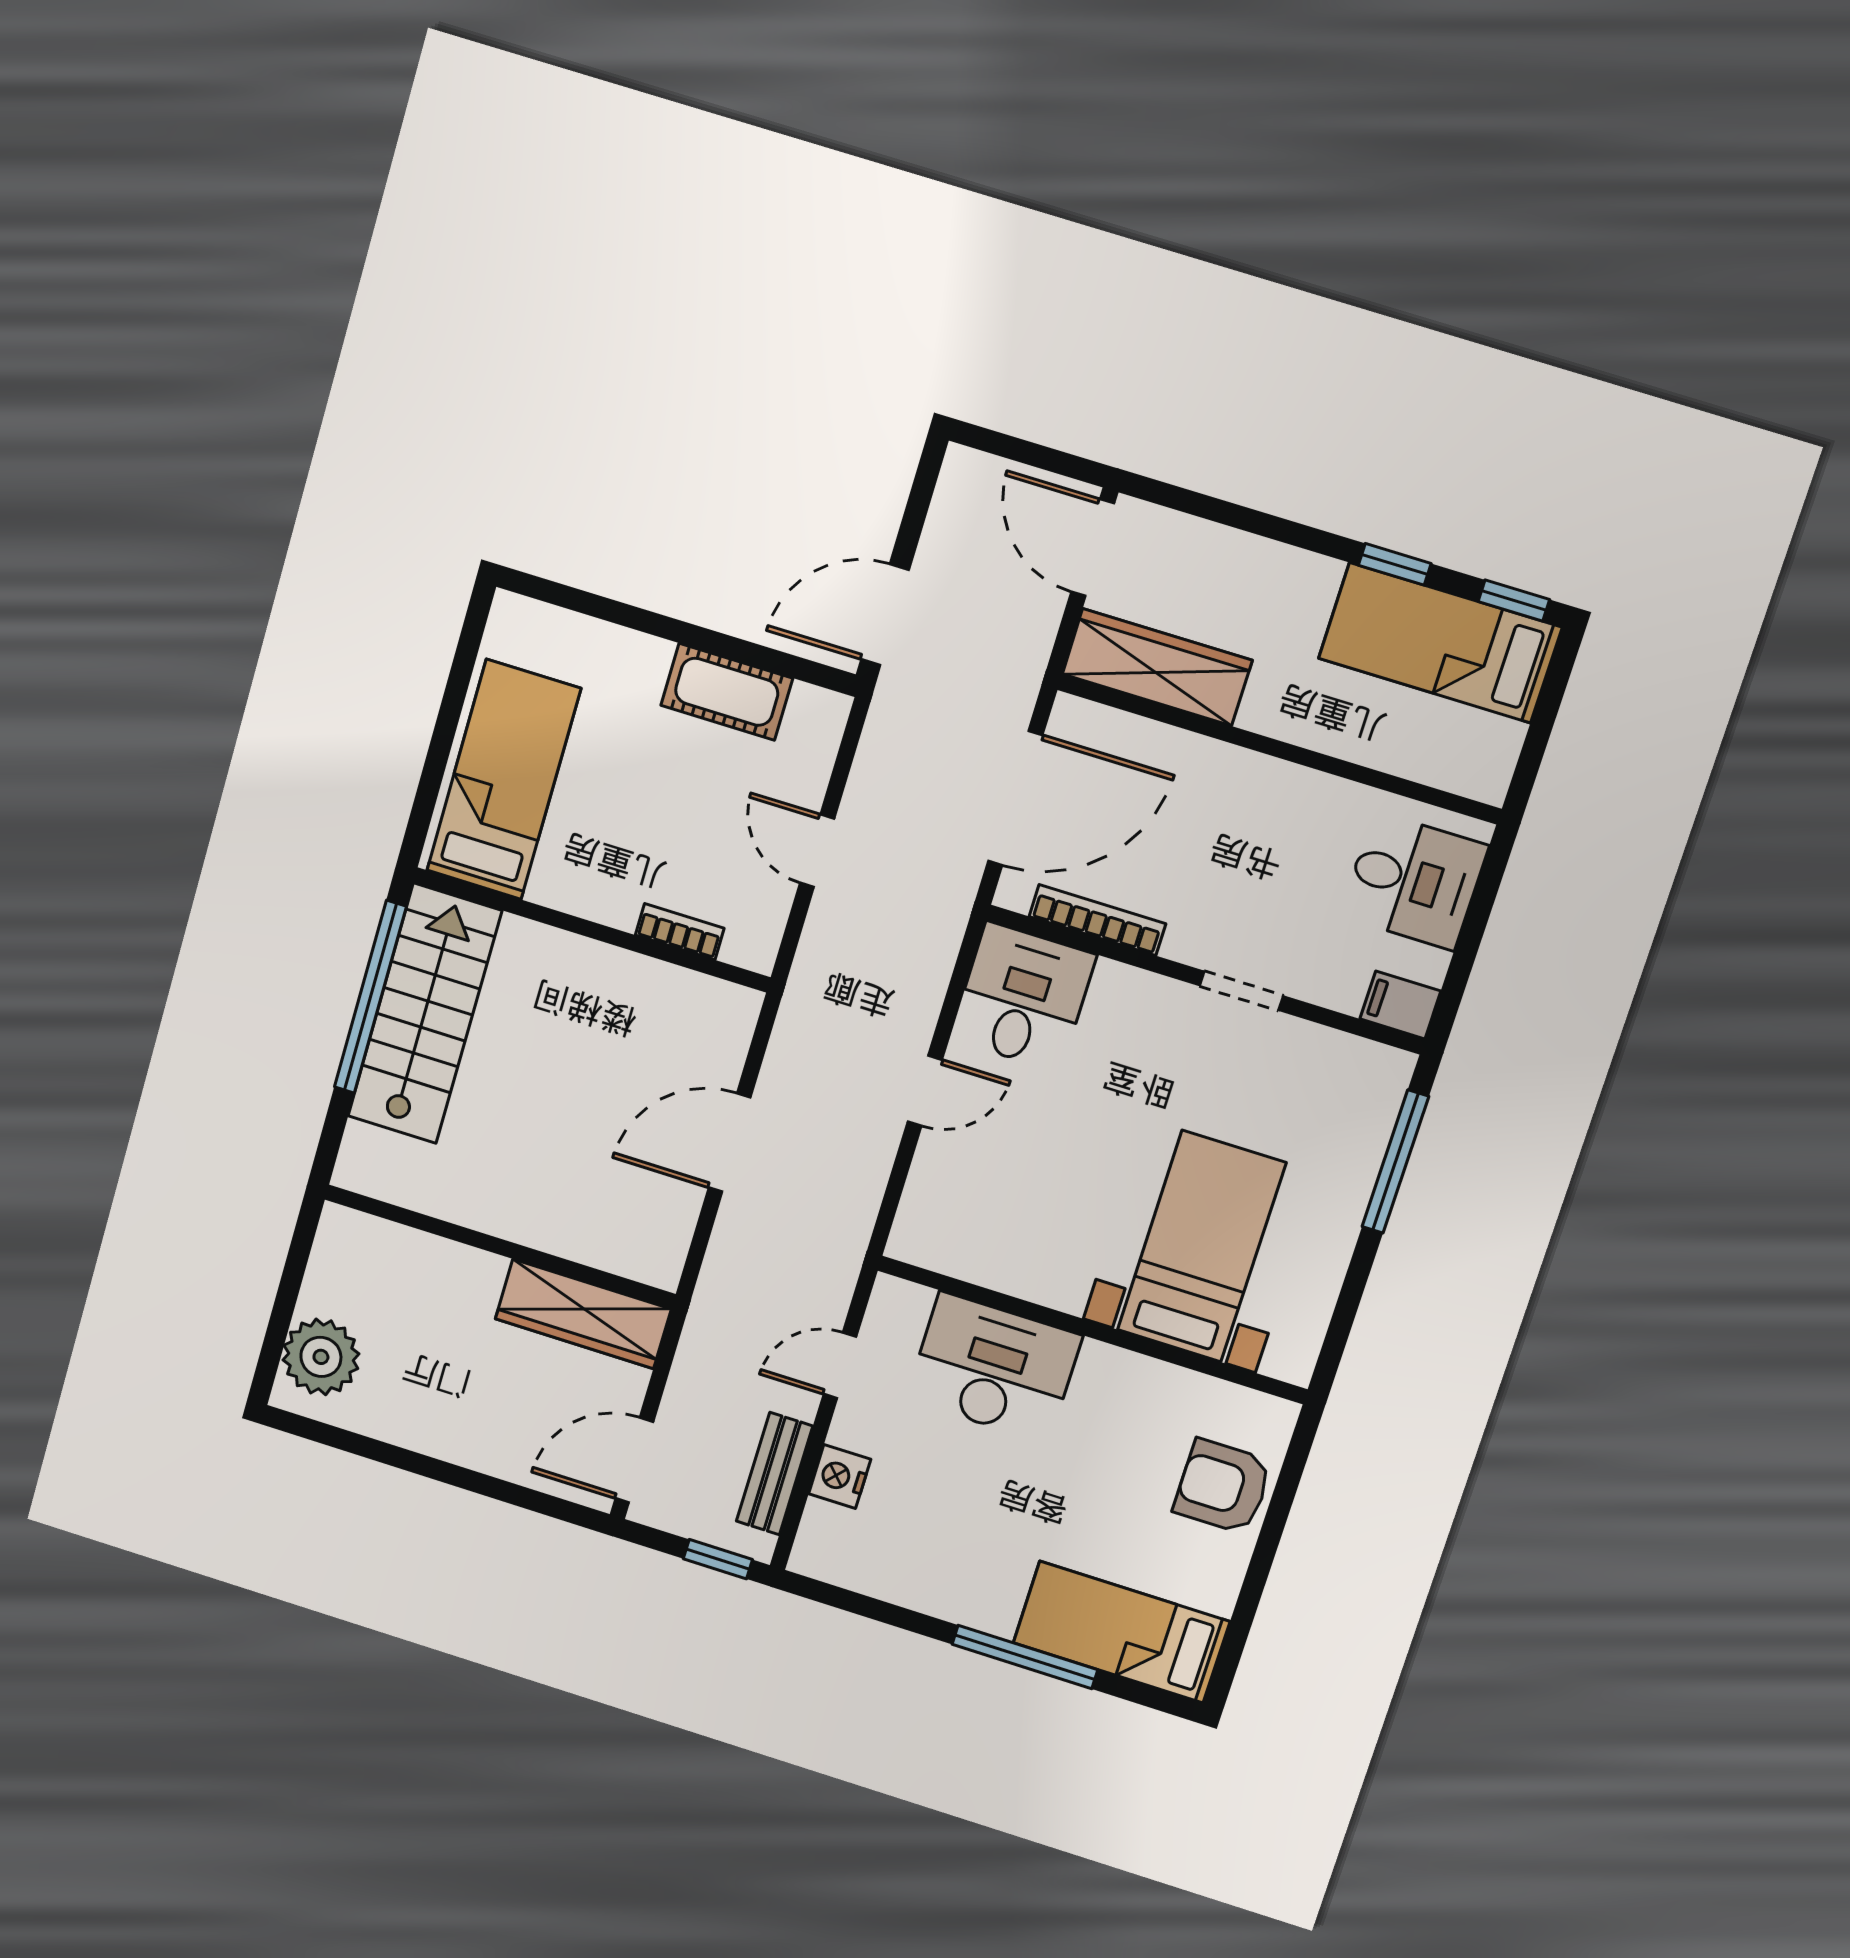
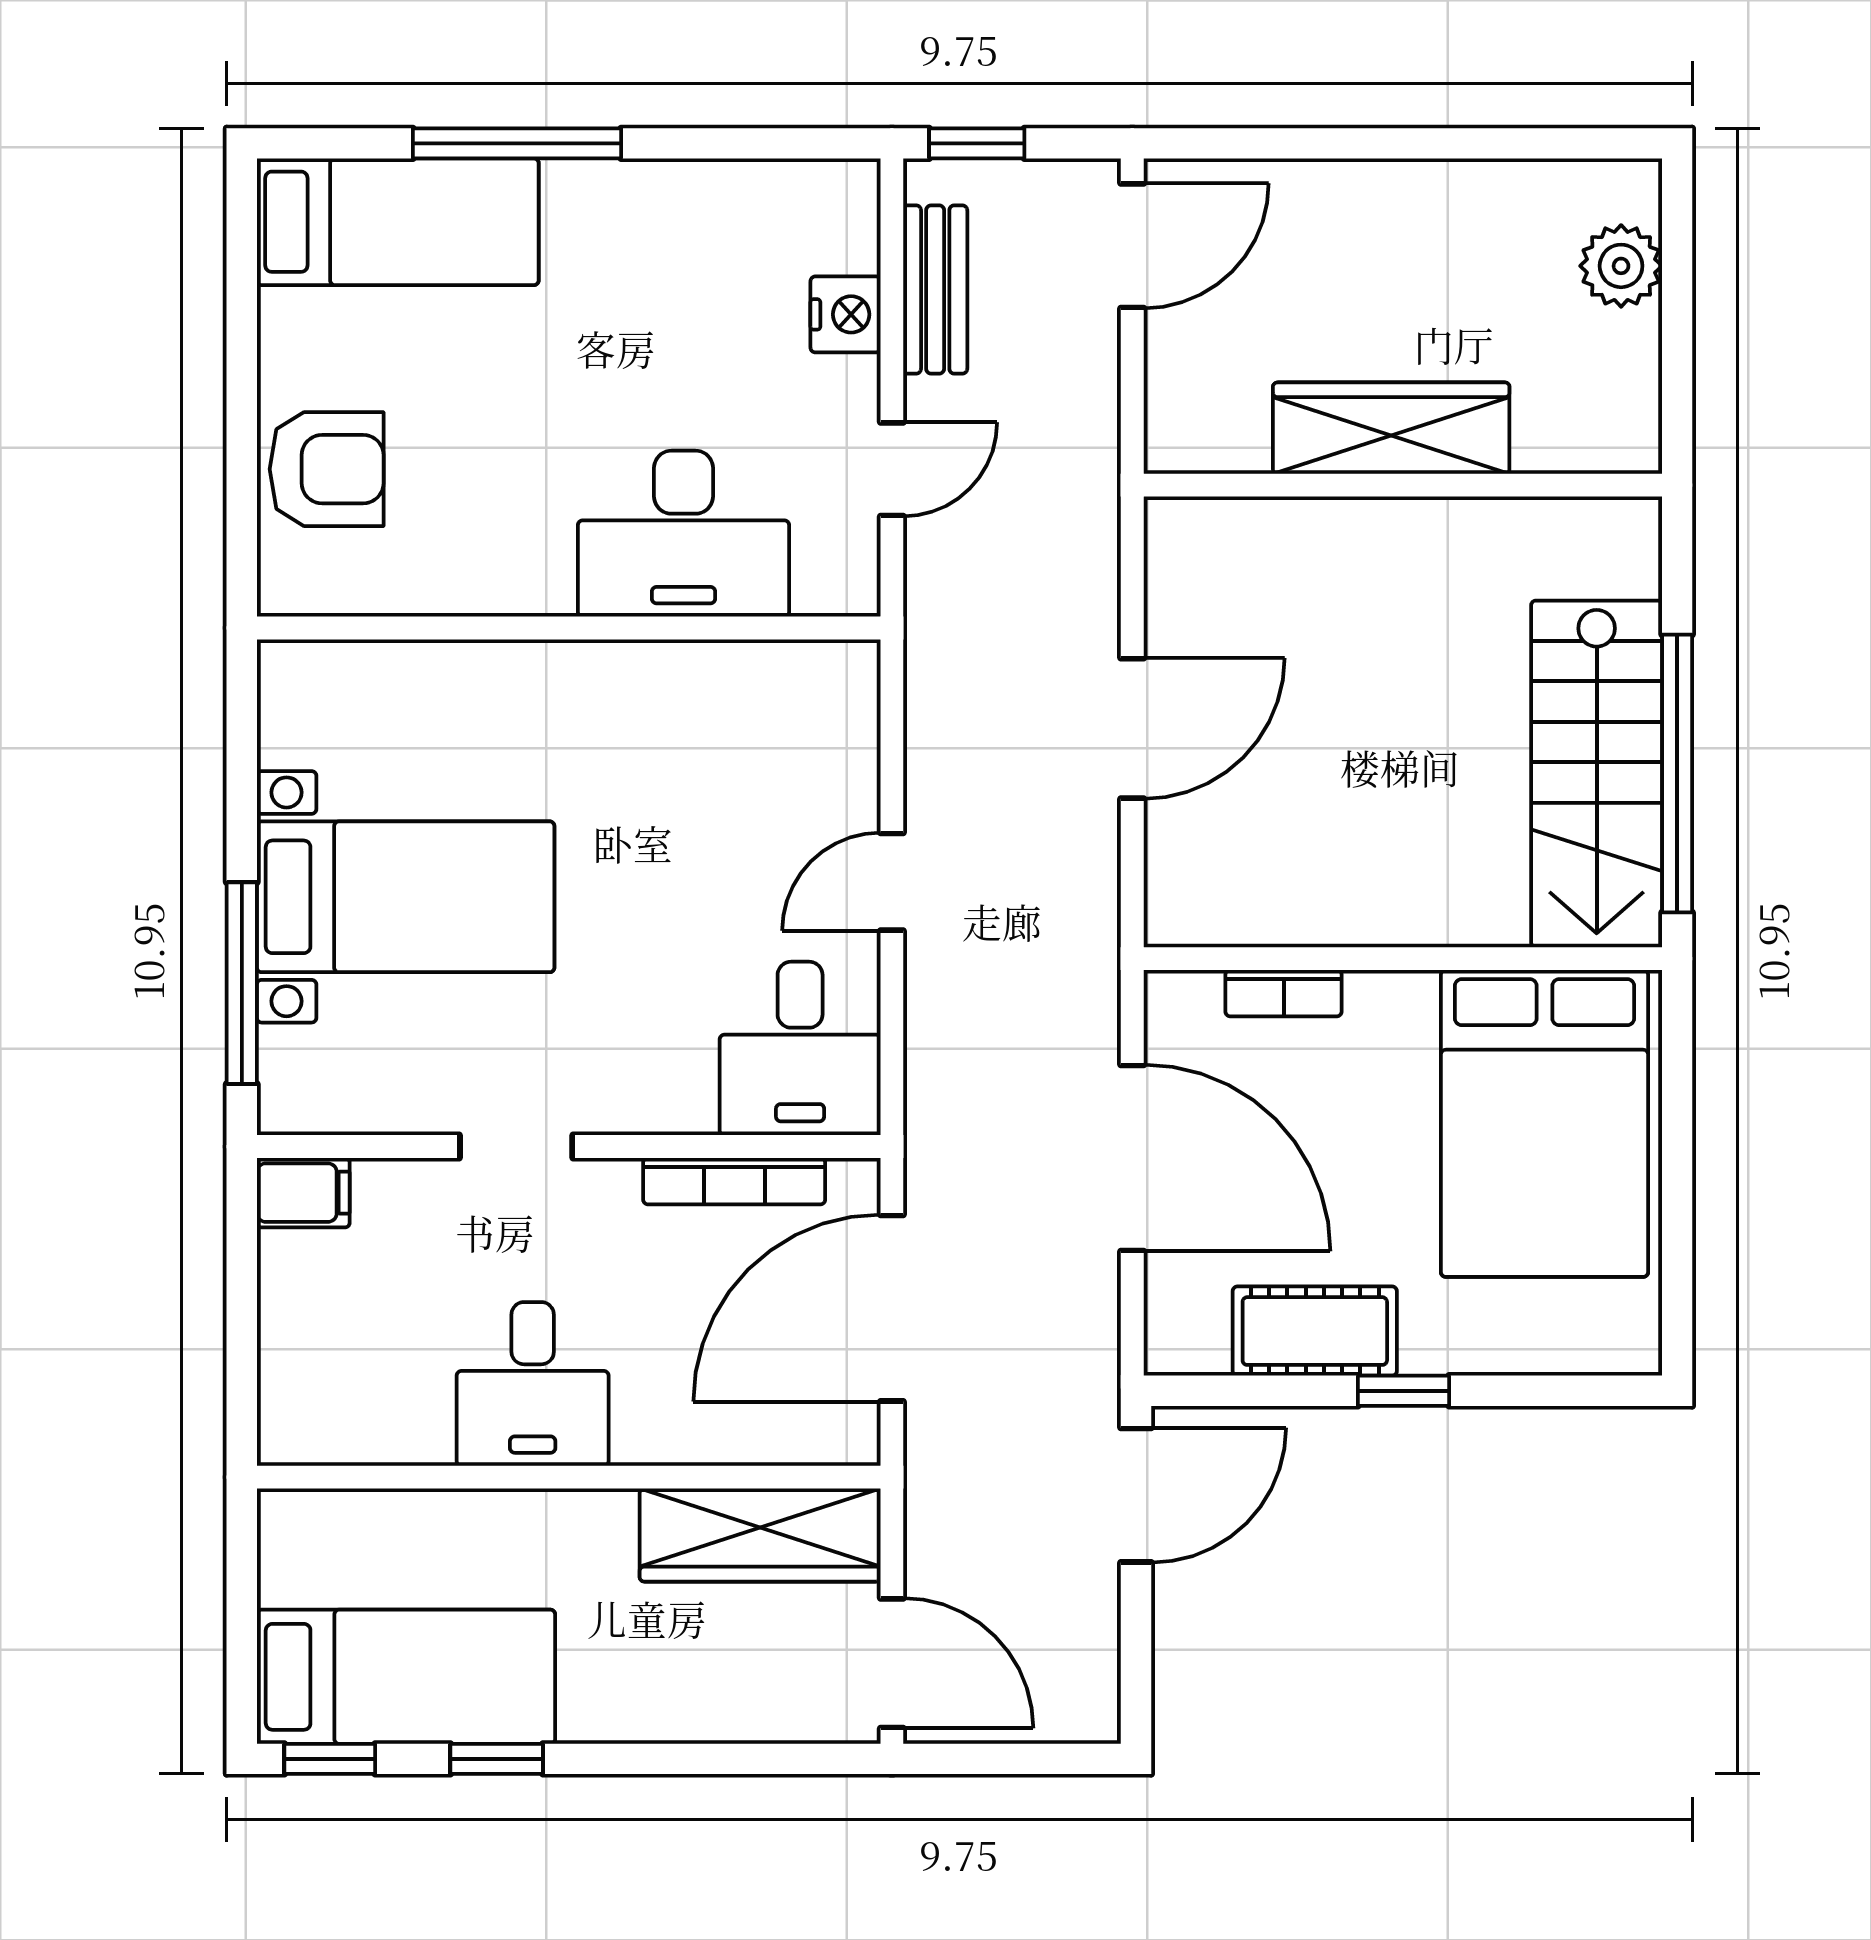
window: (677, 631) -> (1404, 1391), added
bed: (504, 780) -> (1544, 1123), width x1.50
door: (817, 851) -> (1132, 1158), width x1.87
desk: (1414, 881) -> (533, 1384), moved, turned -90
bed with nightstands: (1202, 1246) -> (406, 897), moved, turned -90
wardrobe: (583, 1314) -> (1391, 428), moved
plant: (321, 1357) -> (1621, 266), width x0.73, depth x0.73

